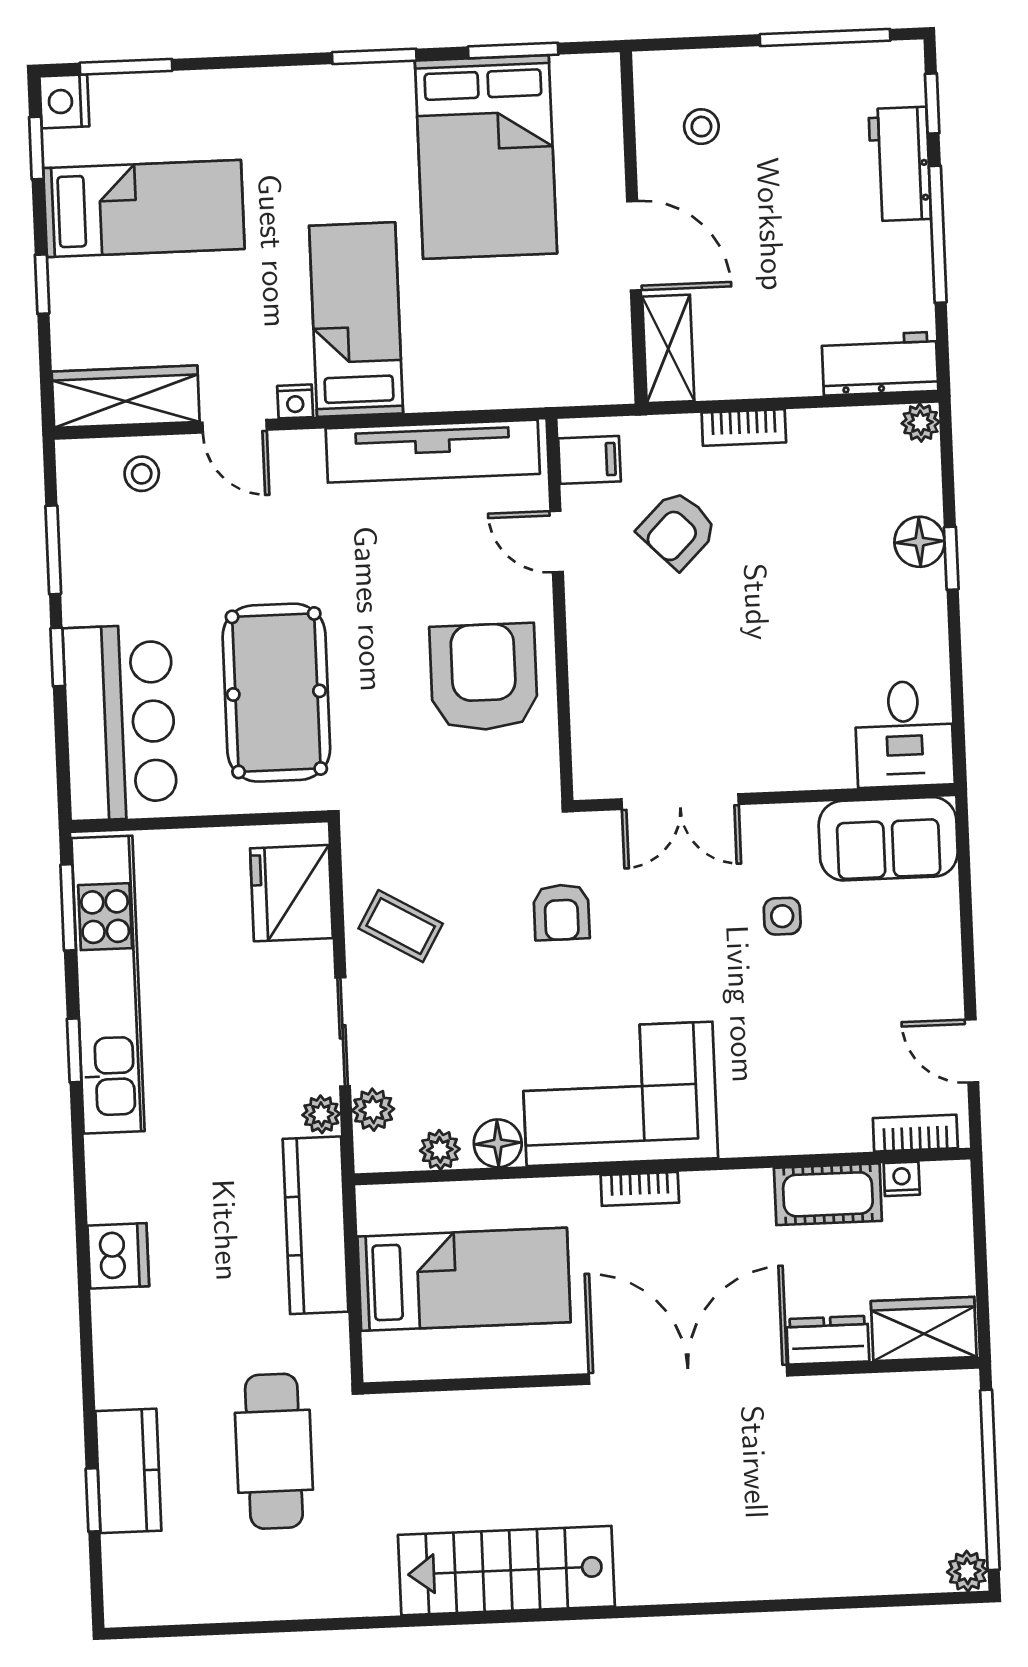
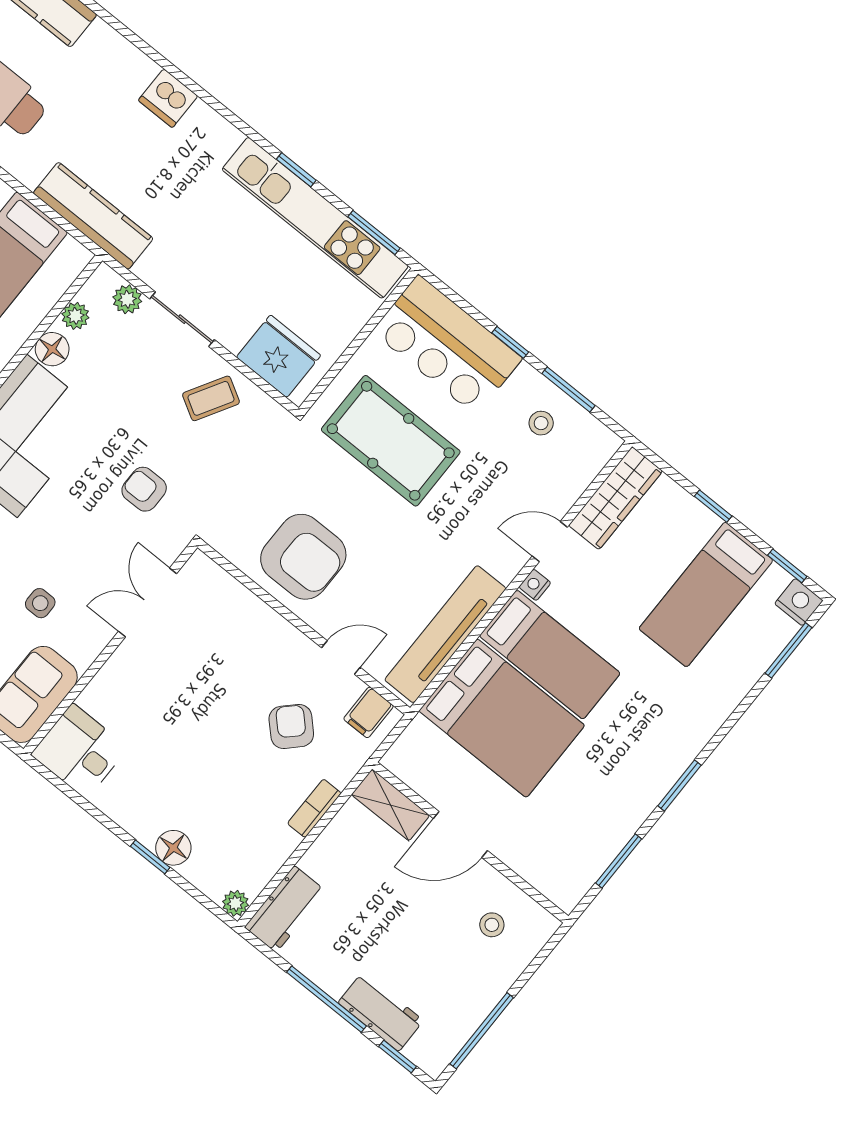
bed: (486, 157) -> (502, 718), moved, turned 180
stool: (142, 474) -> (541, 423), moved
plant: (321, 1114) -> (149, 270), removed

